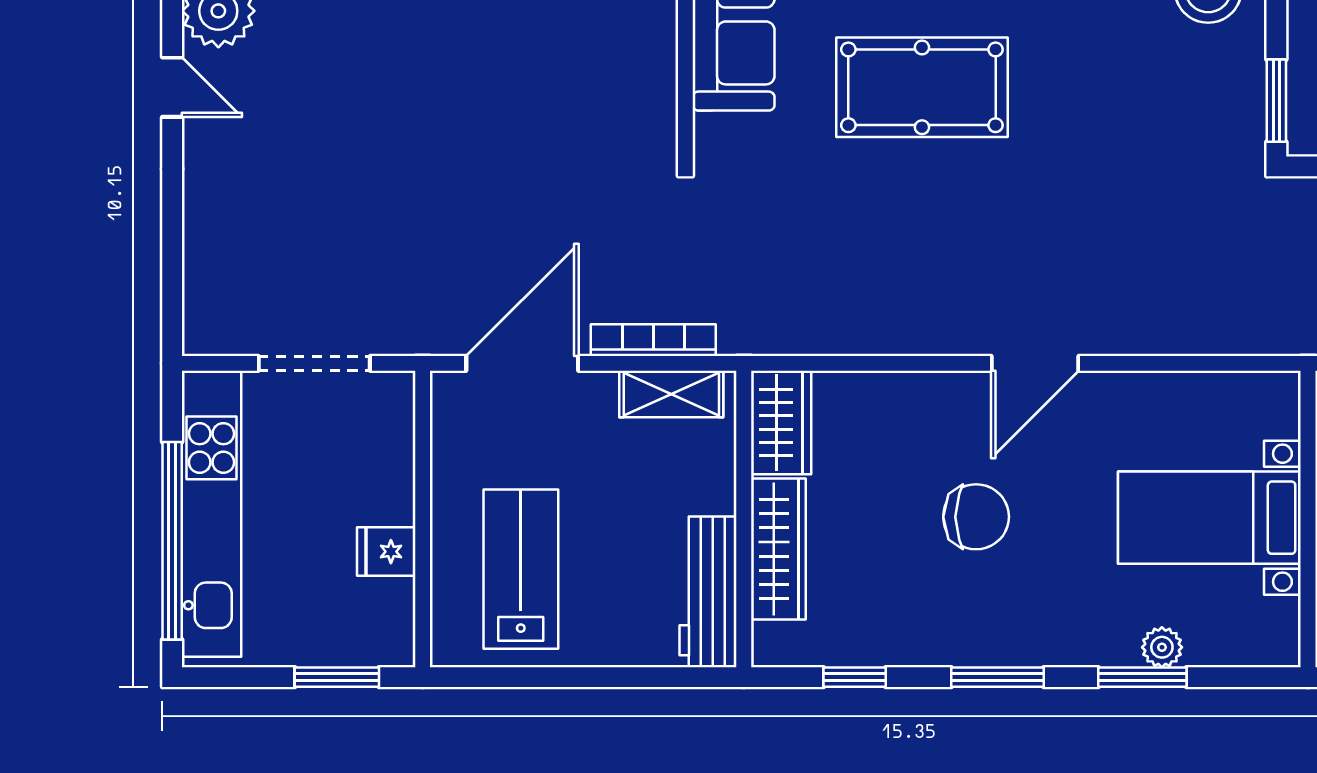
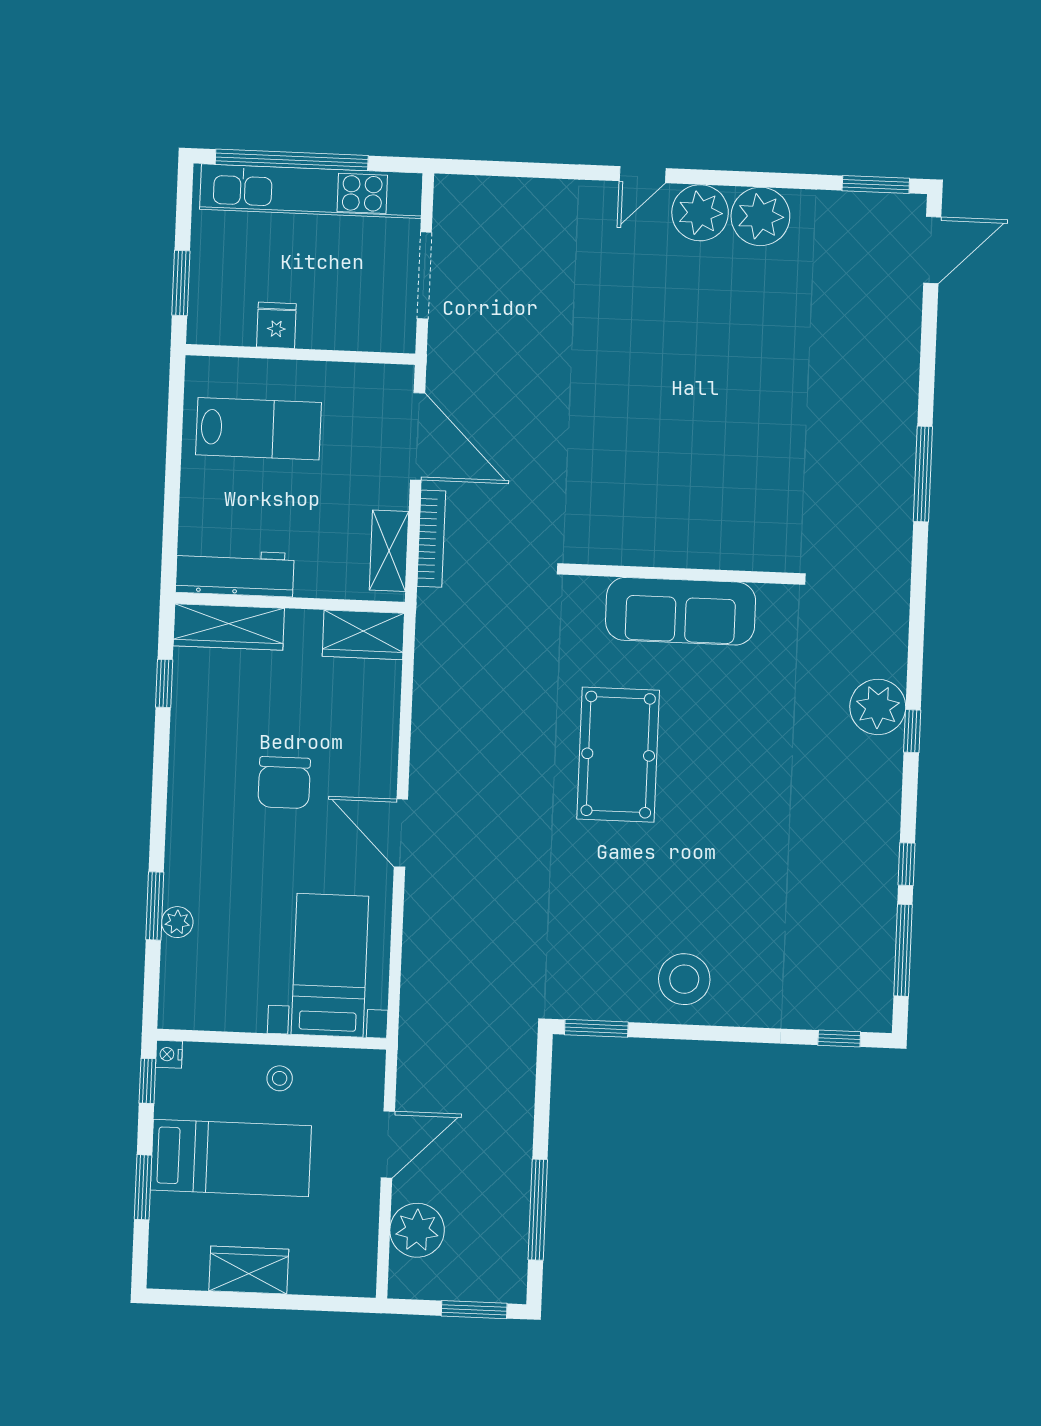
bed with nightstands: (1209, 518) -> (330, 965), moved
wardrobe: (778, 549) -> (229, 627), moved
window: (998, 677) -> (159, 794), removed

